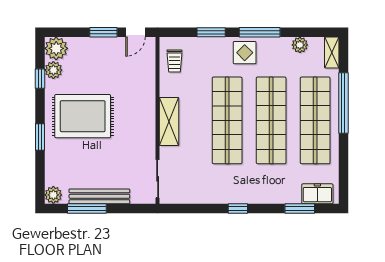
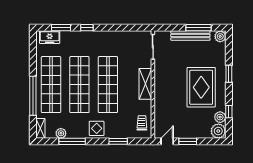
window: (260, 32) -> (72, 141), moved
rug: (83, 116) -> (201, 87), turned 90
window: (238, 208) -> (87, 28), moved

